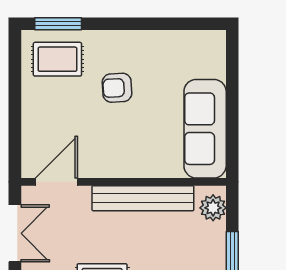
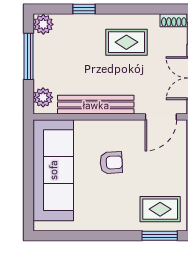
armchair: (117, 88) -> (111, 163), moved
sofa: (205, 129) -> (53, 170), width x1.36, depth x1.27

